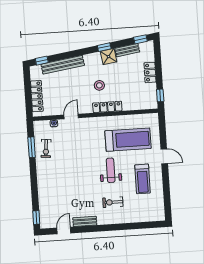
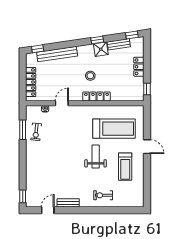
exercise bike: (113, 202) -> (103, 195), moved

